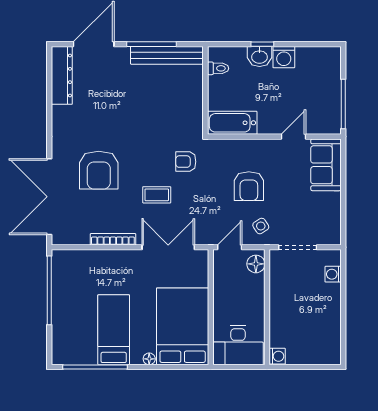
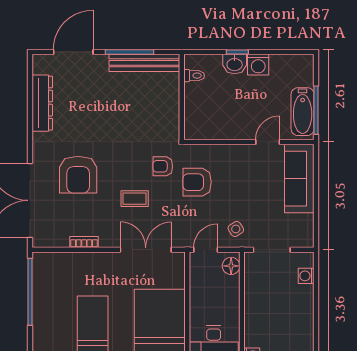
dresser: (62, 75) -> (42, 103), moved
bathtub: (232, 123) -> (303, 112), moved, turned -90
sofa: (326, 165) -> (299, 179), width x1.36
armchair: (249, 186) -> (197, 182), moved, turned 90
bookcase: (113, 239) -> (84, 242), width x0.64

